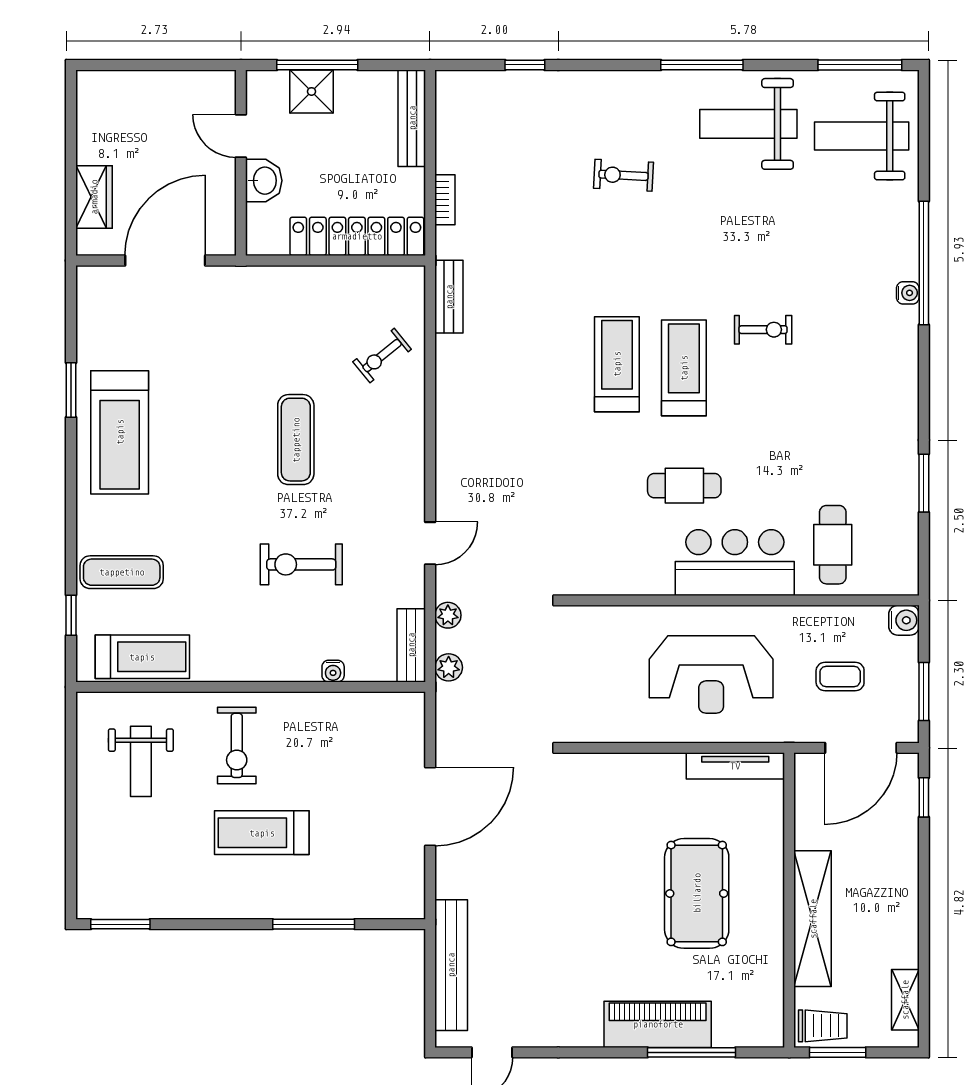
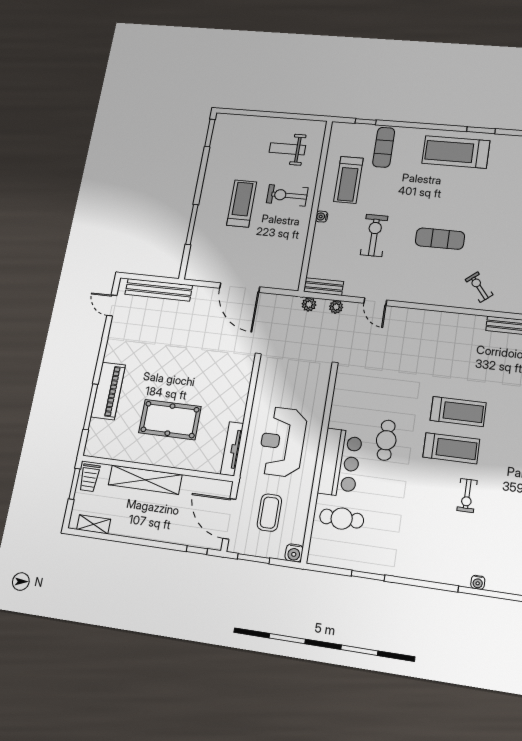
treadmill: (142, 657) -> (348, 180), moved
water cooler: (333, 671) -> (322, 217), moved
coffee table: (840, 677) -> (269, 513), width x1.36, depth x1.30

